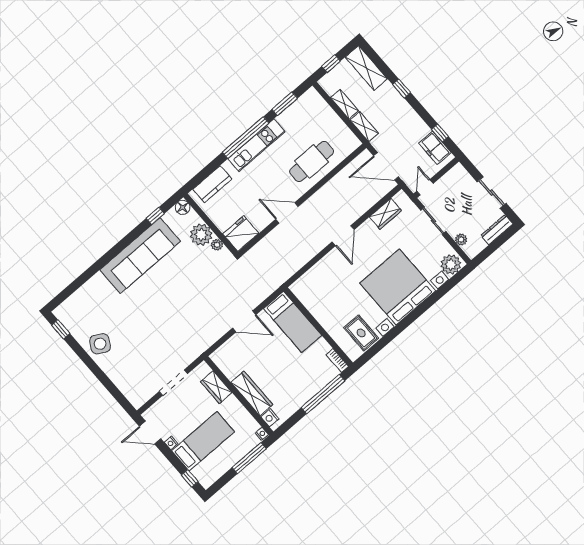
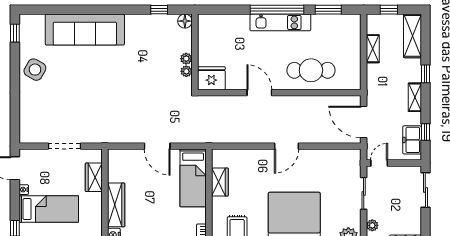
shelving: (364, 127) -> (415, 97), moved
kitchen counter: (212, 184) -> (222, 23), removed
sliding door: (492, 193) -> (425, 190), moved
wardrobe: (385, 214) -> (220, 182), moved, turned -90
plant: (201, 235) -> (186, 59), width x0.53, depth x0.53
sofa: (140, 256) -> (85, 30), moved

